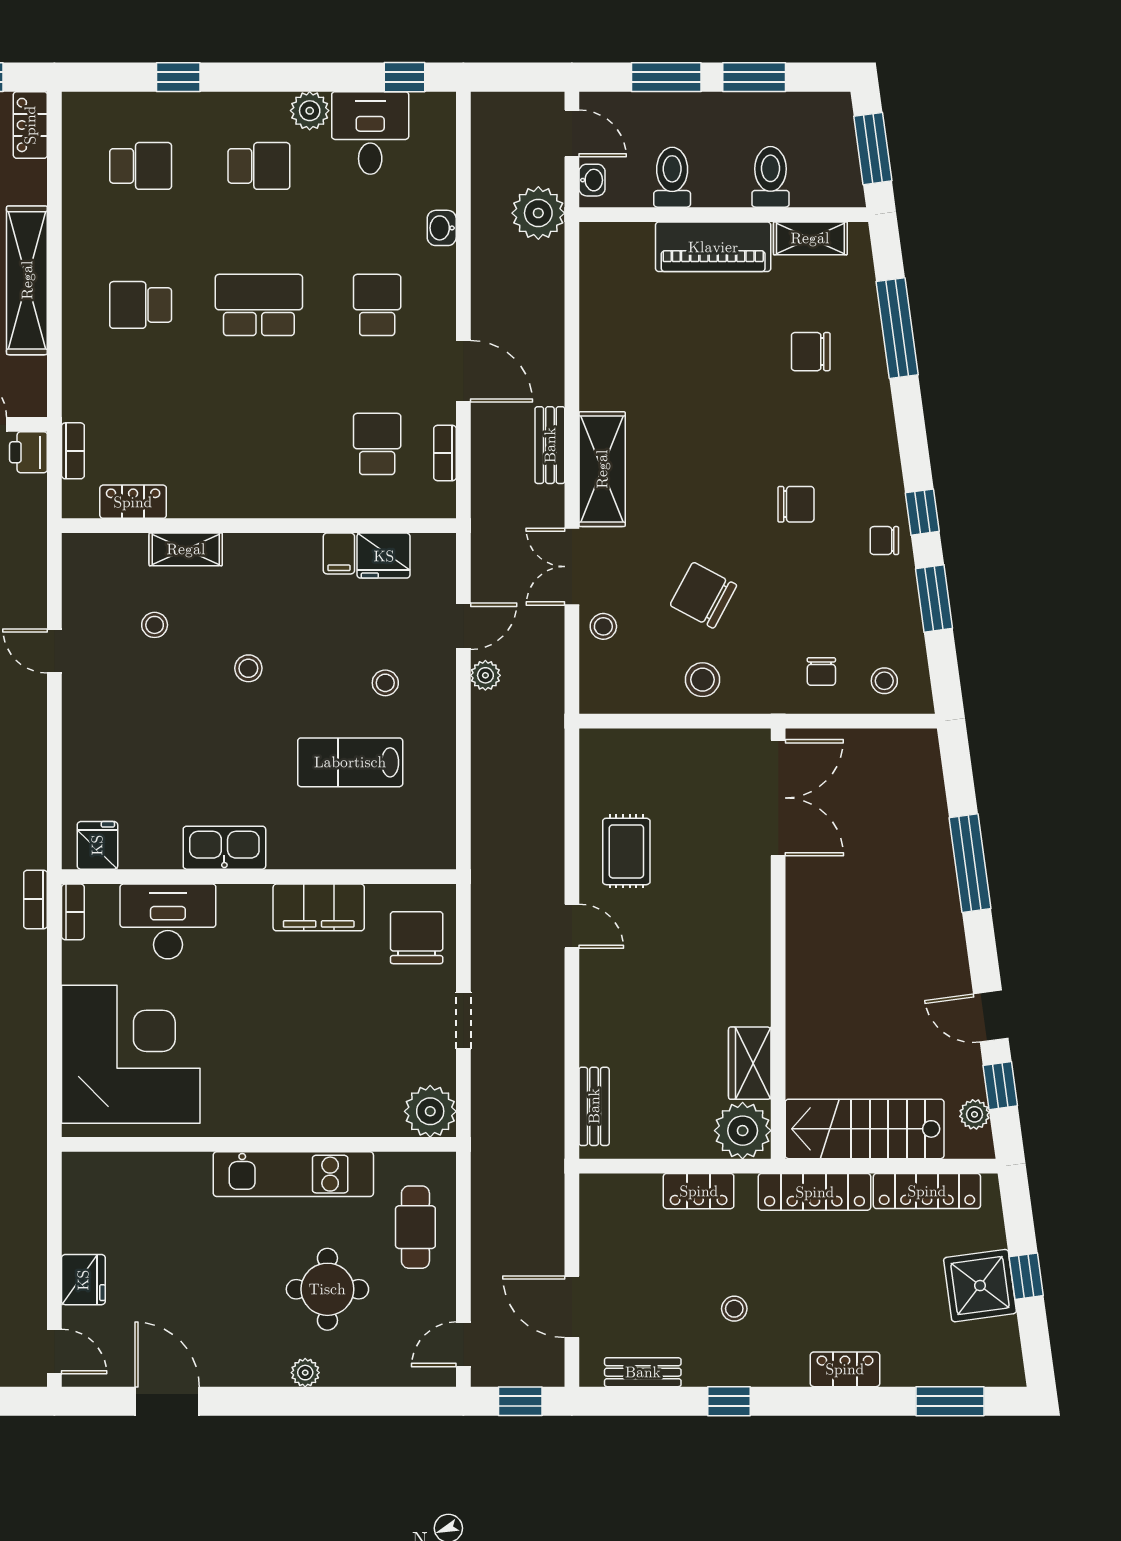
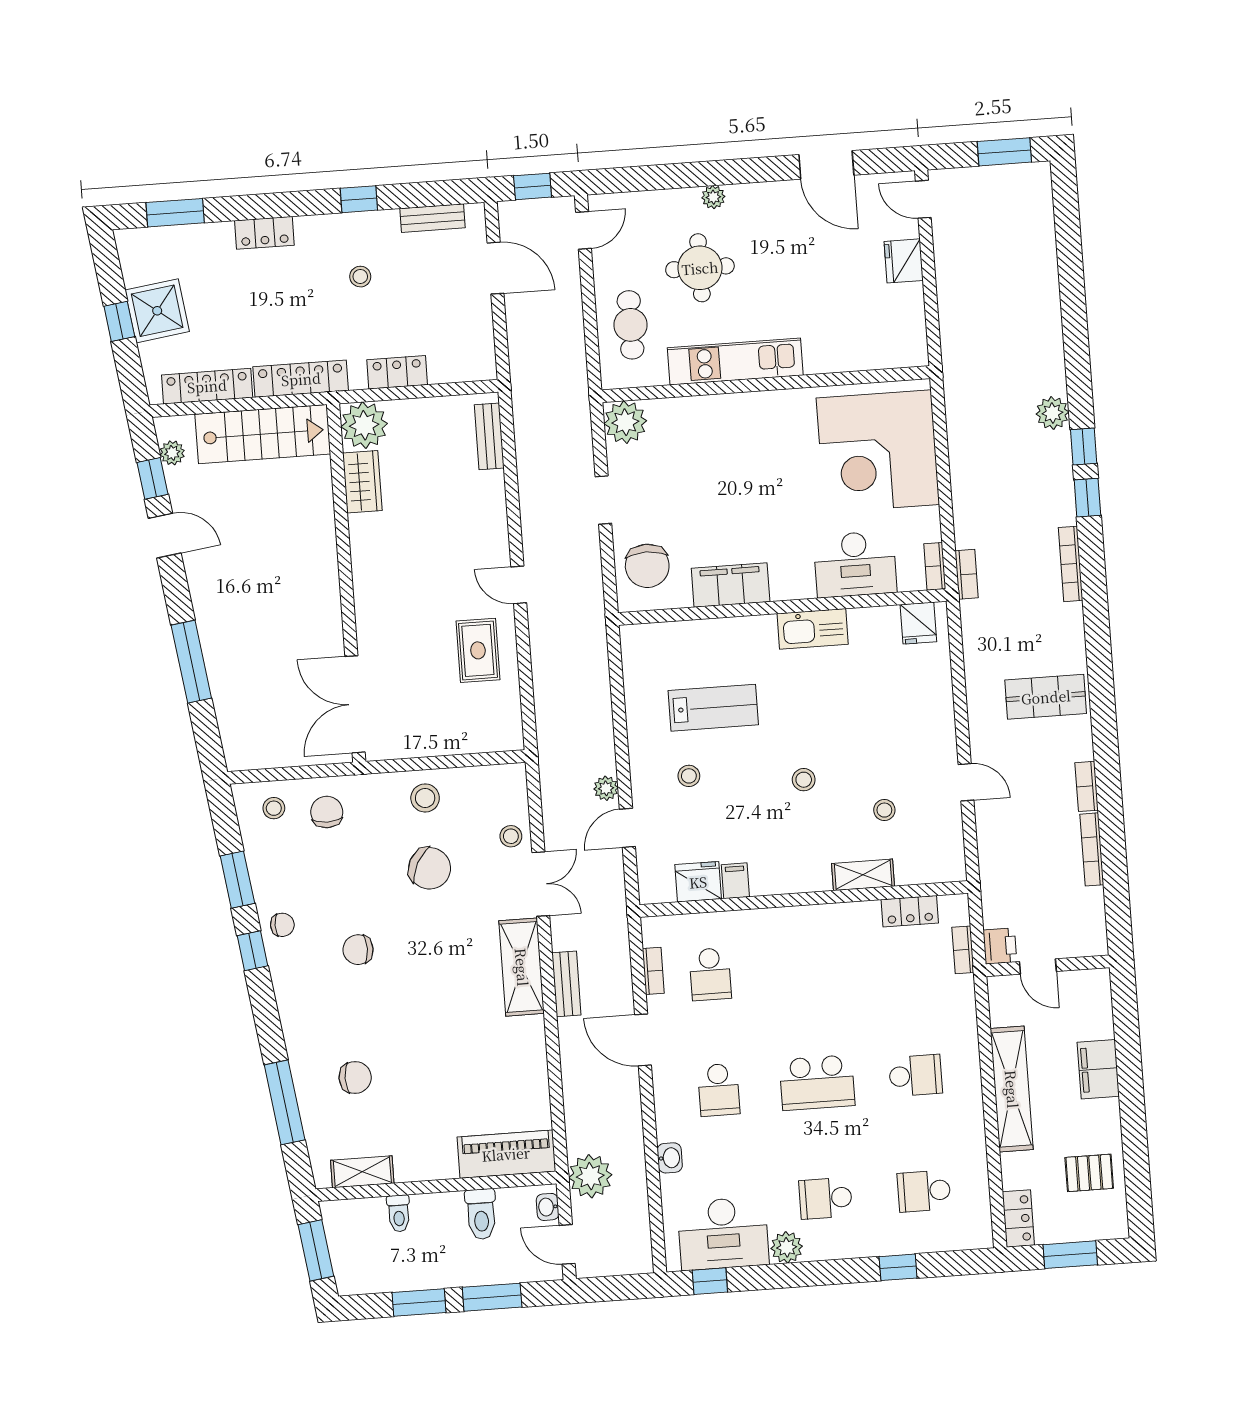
desk: (370, 133) -> (723, 1233), width x1.37
toilet: (771, 177) -> (399, 1213), width x0.73, depth x0.72
piano: (713, 247) -> (506, 1154), moved
chair: (821, 672) -> (327, 812), width x1.37, depth x1.37

